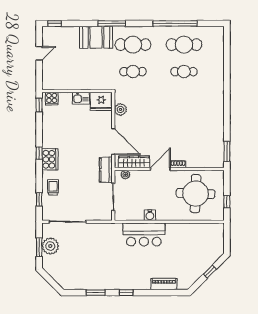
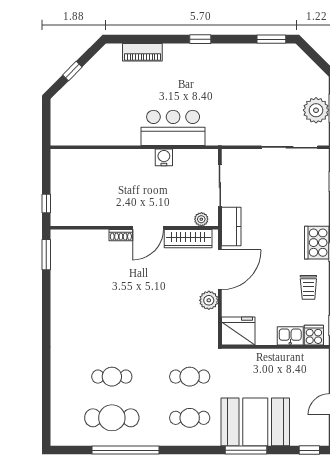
window: (112, 23) -> (246, 450), moved
booth: (96, 37) -> (255, 422), width x1.36, depth x1.42
cafe table: (133, 45) -> (190, 418), width x0.73, depth x0.74
kitchen sink: (81, 98) -> (290, 336), moved
plant: (120, 109) -> (209, 300), moved
door: (113, 142) -> (220, 270), swing flipped
trolley: (53, 187) -> (308, 287), moved
round table: (196, 194) -> (94, 190), removed
window: (227, 202) -> (46, 204), moved
window: (96, 293) -> (271, 39), moved

